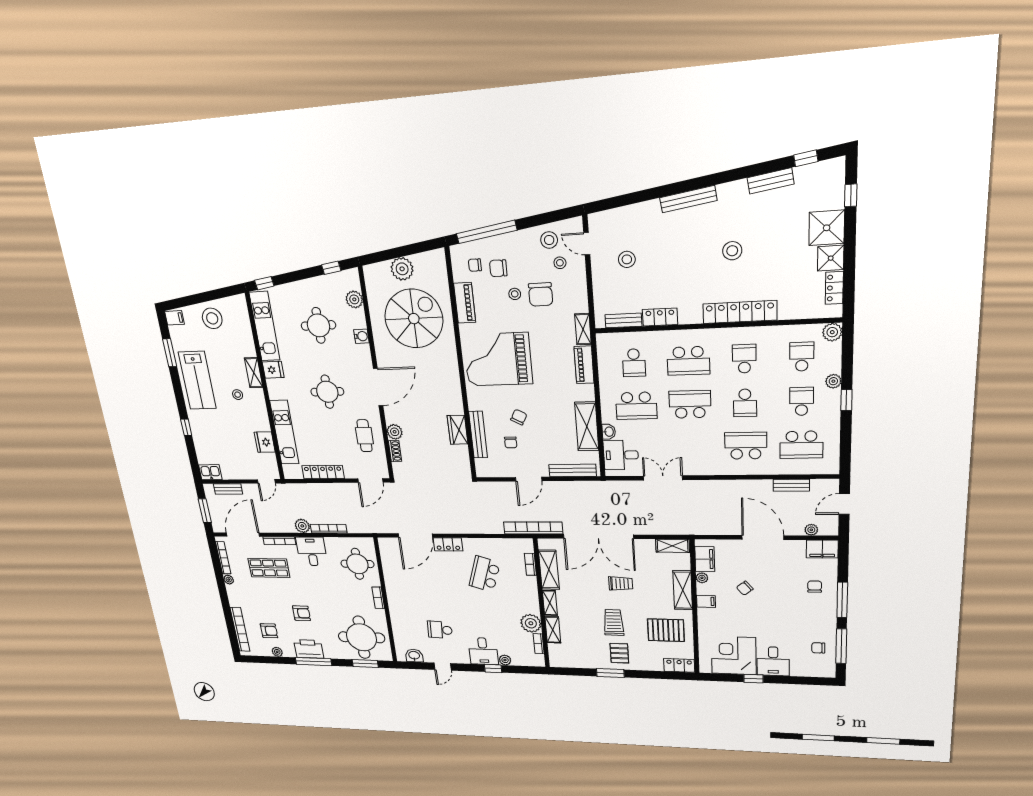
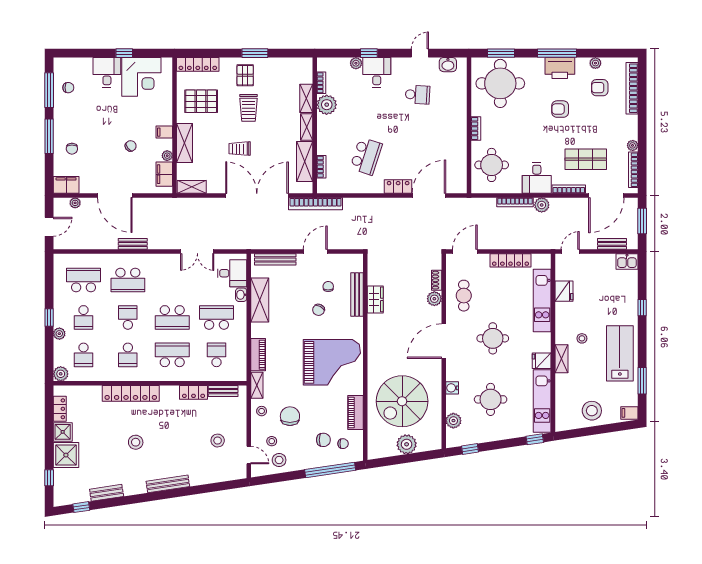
stool: (515, 294) -> (262, 411), moved
bench: (791, 485) -> (133, 244), moved
locker: (679, 665) -> (198, 64), width x1.53

